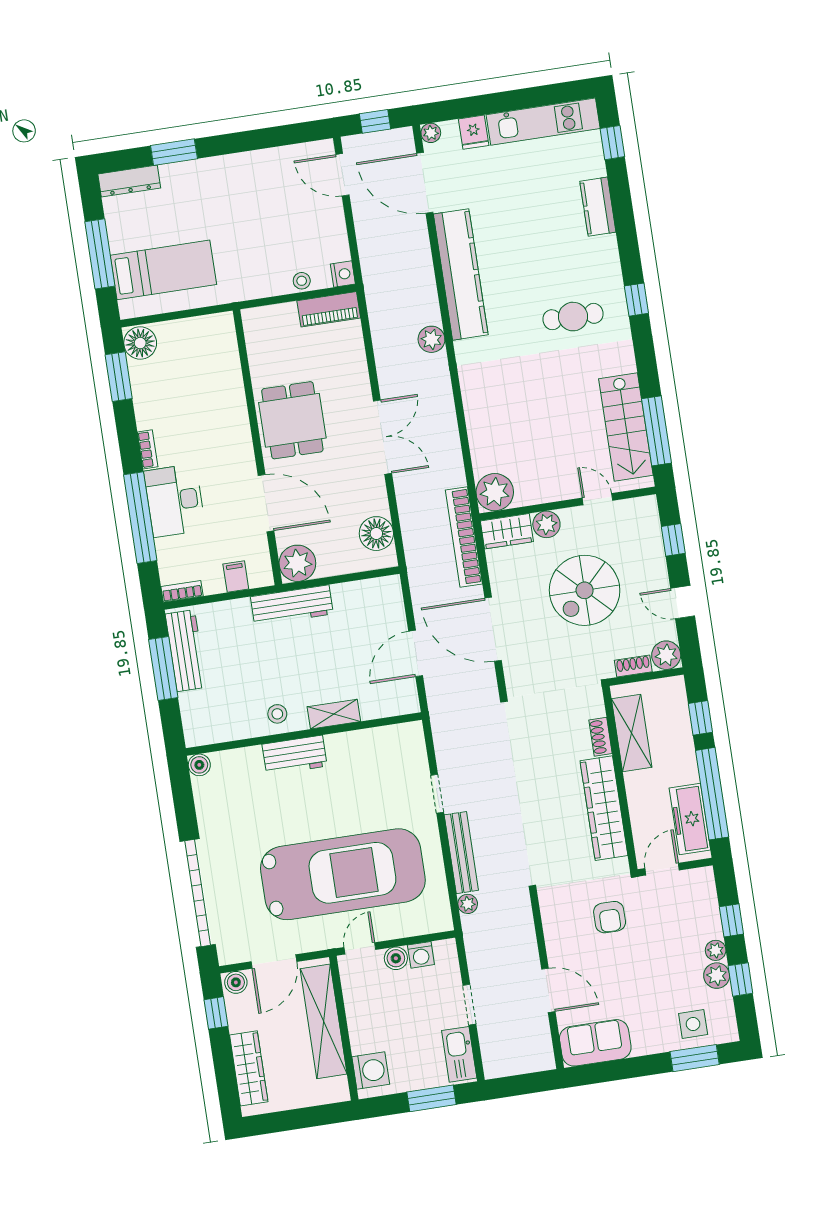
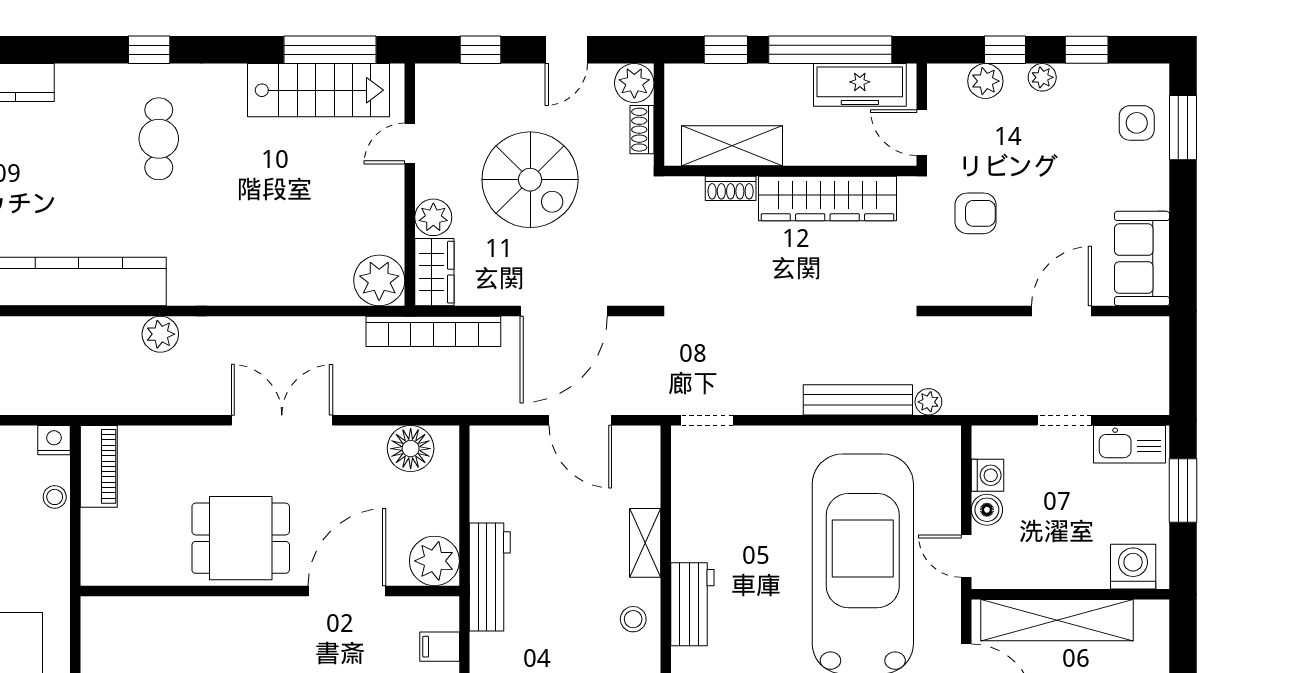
doorway: (437, 794) -> (707, 420), moved
plant: (717, 976) -> (985, 81), moved

